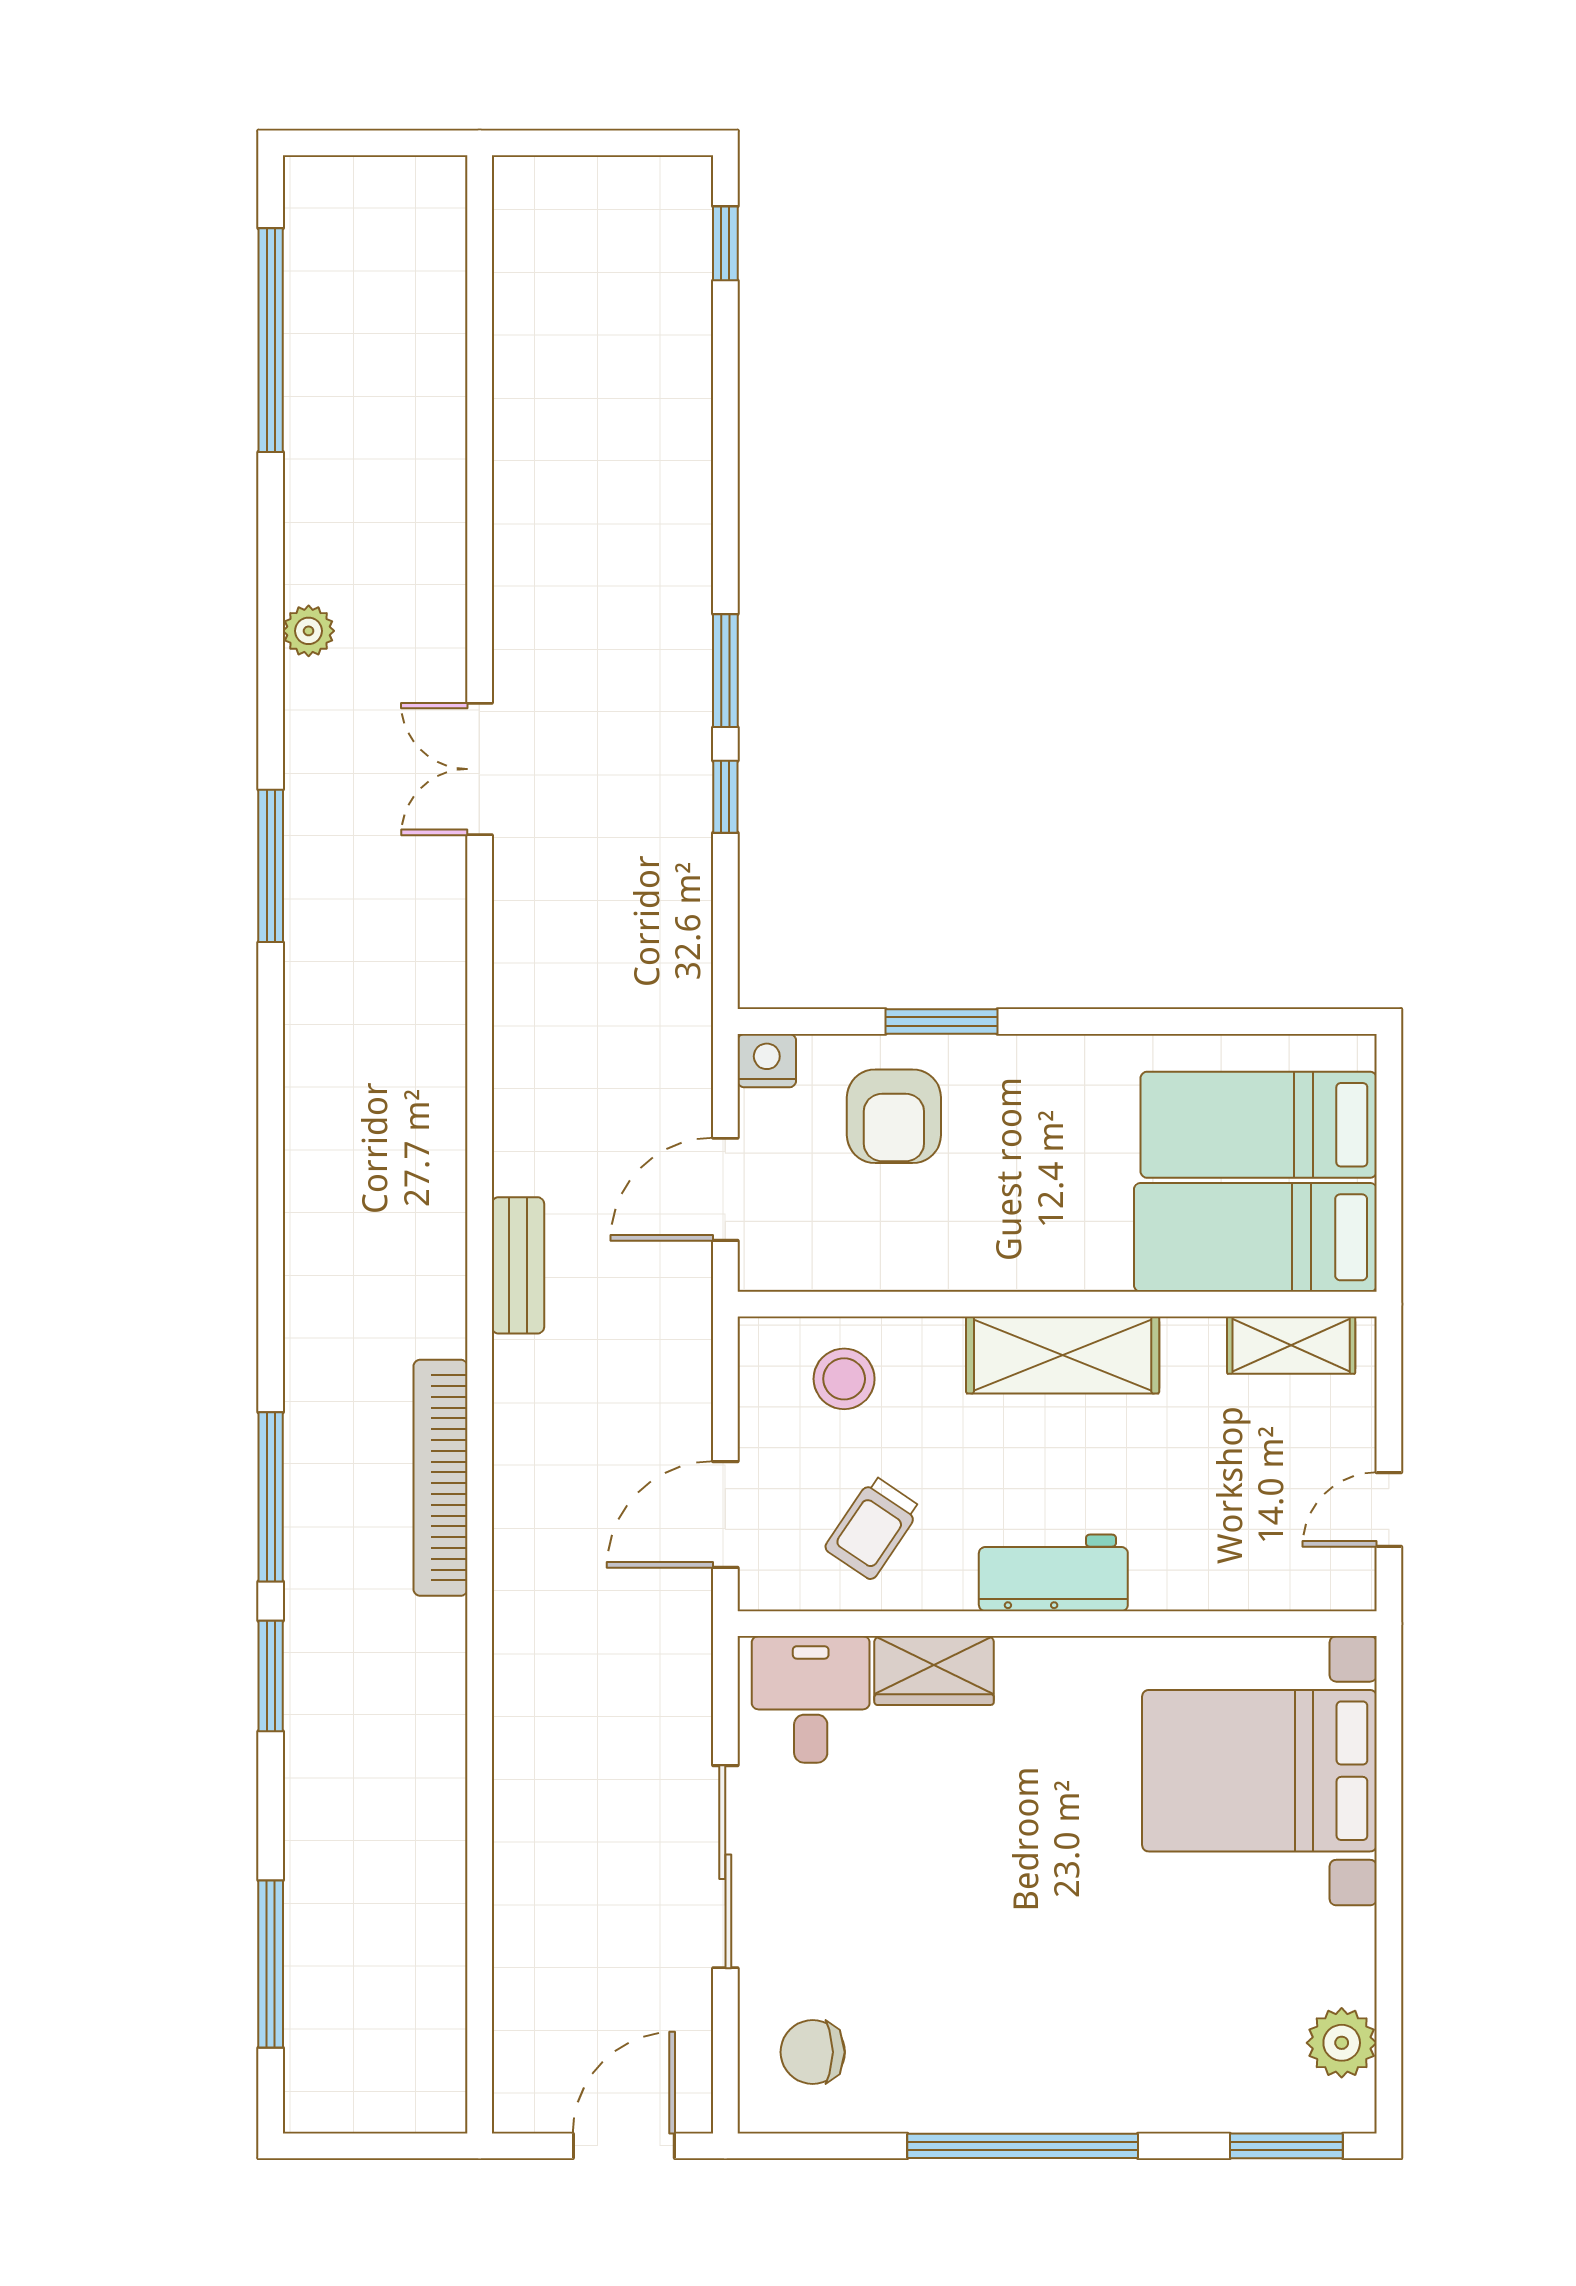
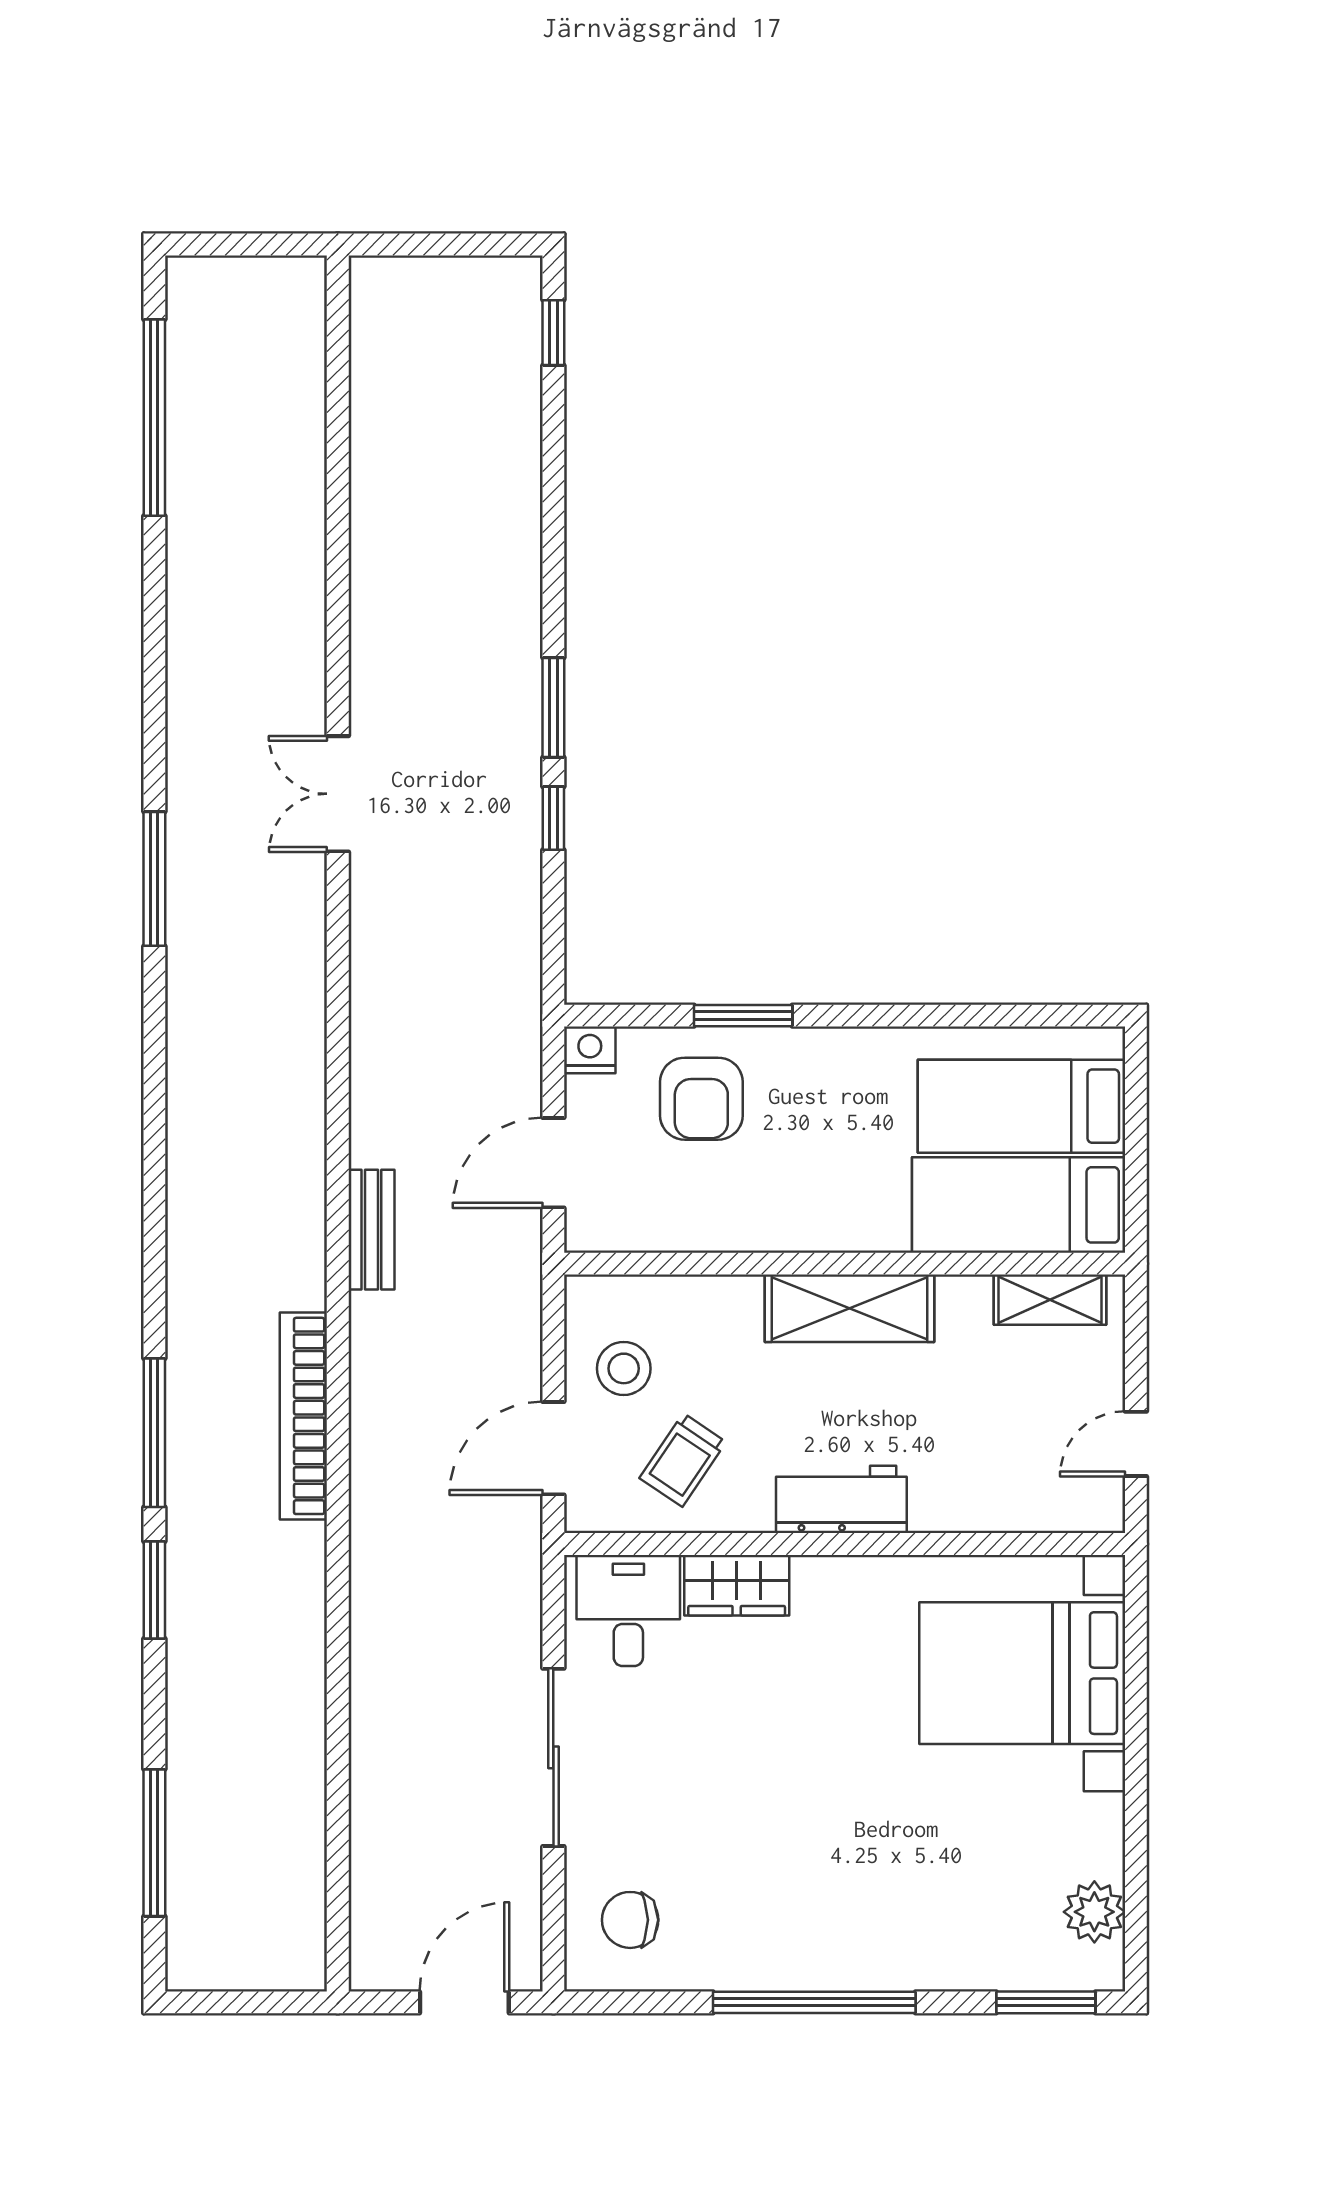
plant: (309, 631) -> (188, 673), removed
stool: (844, 1379) -> (624, 1368), moved

